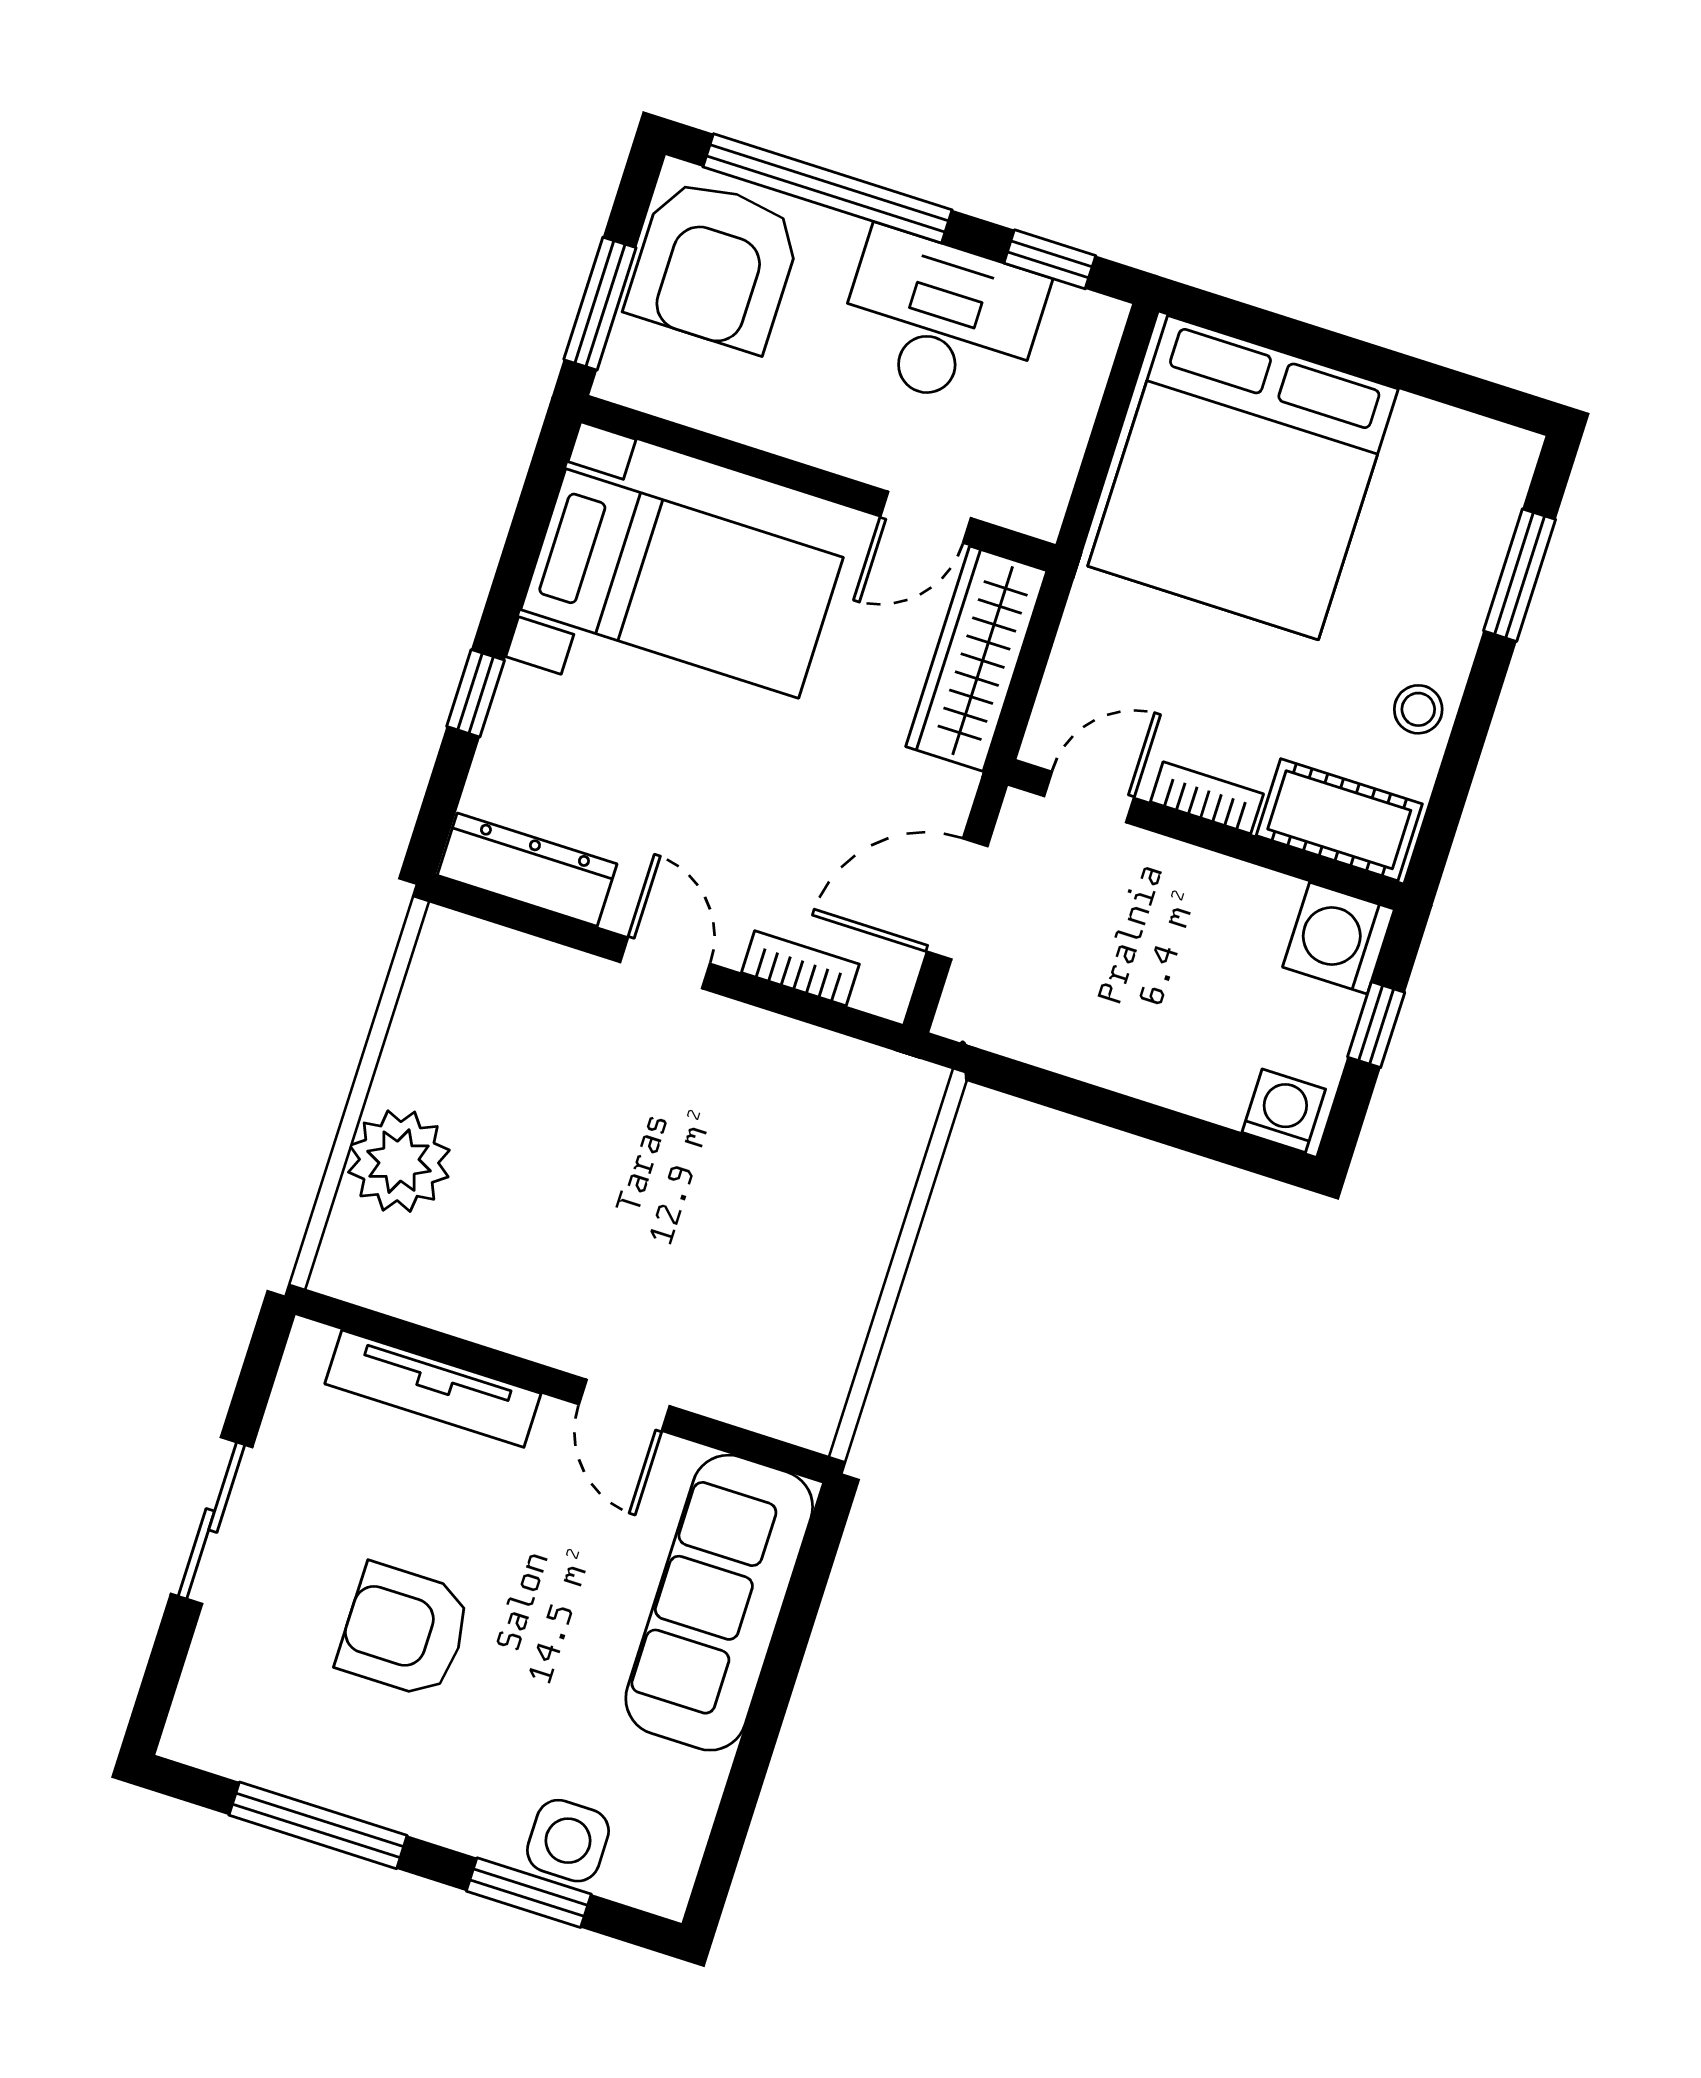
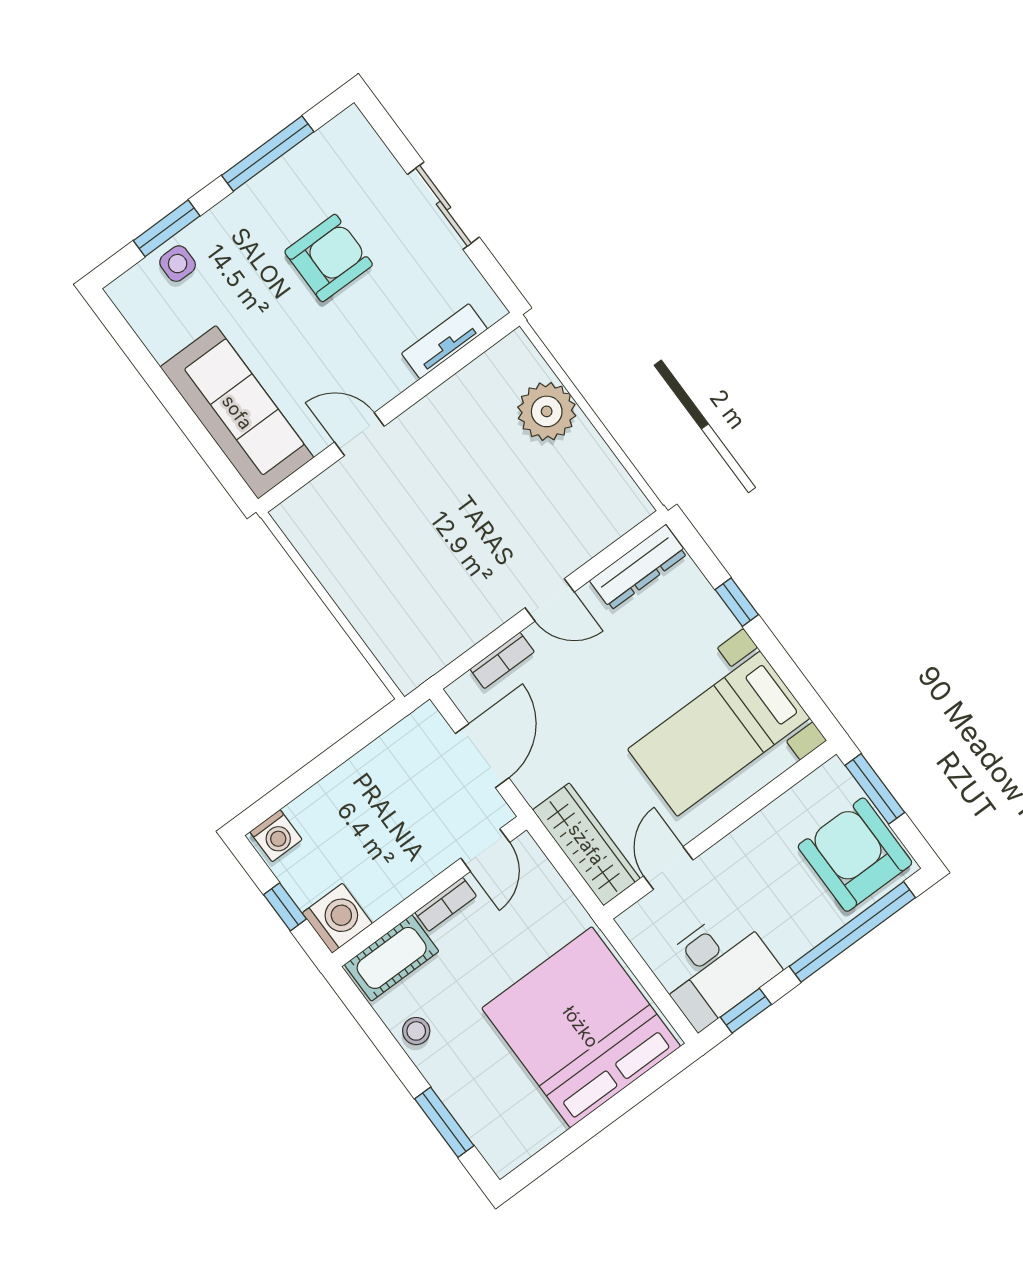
desk: (941, 321) -> (716, 968), moved
tv unit: (433, 1389) -> (445, 341), width x0.71
side table: (568, 1841) -> (178, 264), width x0.73, depth x0.73

